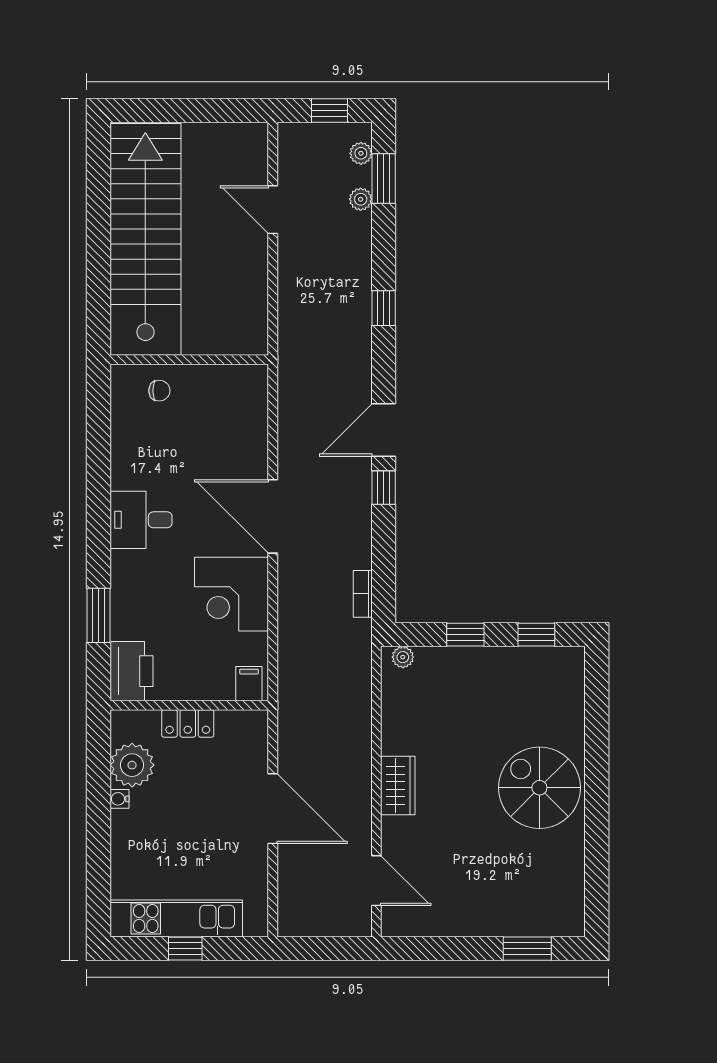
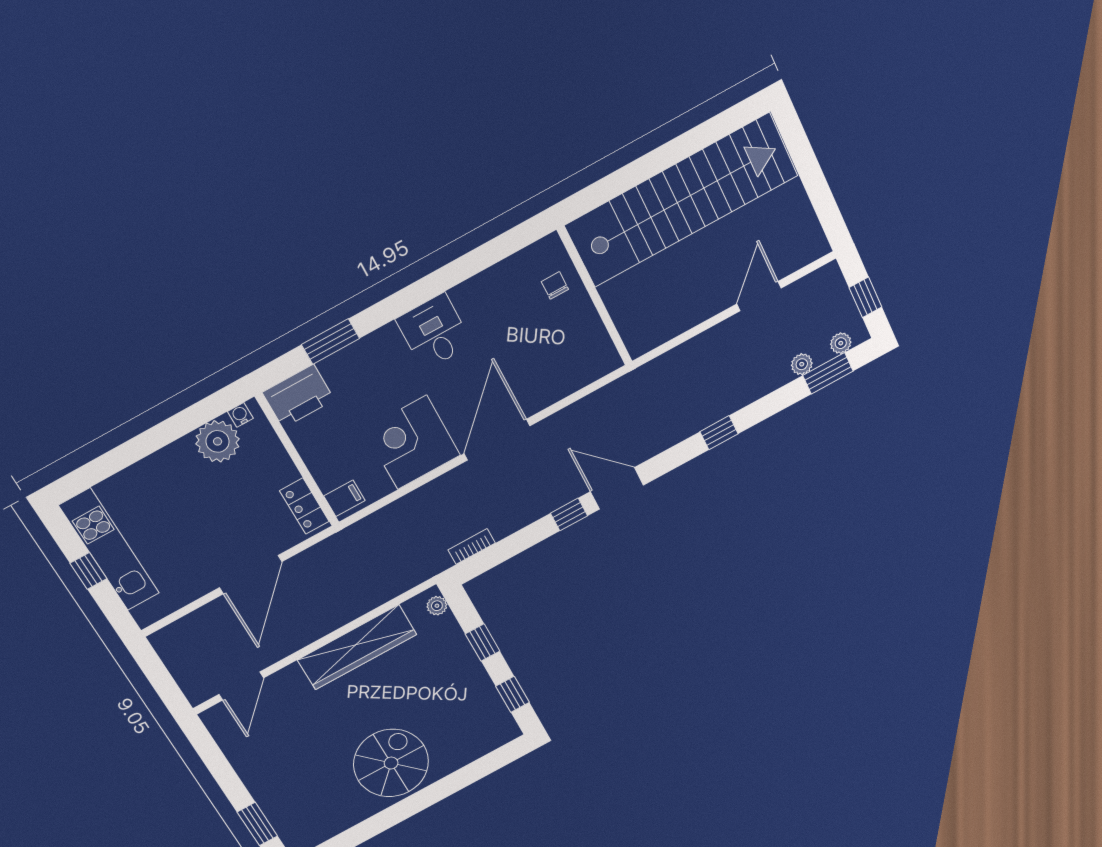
chair: (159, 391) -> (555, 286), turned 180
locker: (188, 723) -> (304, 506), moved
wardrobe: (398, 786) -> (357, 647), width x2.10, depth x1.17
water cooler: (119, 799) -> (240, 415), moved

